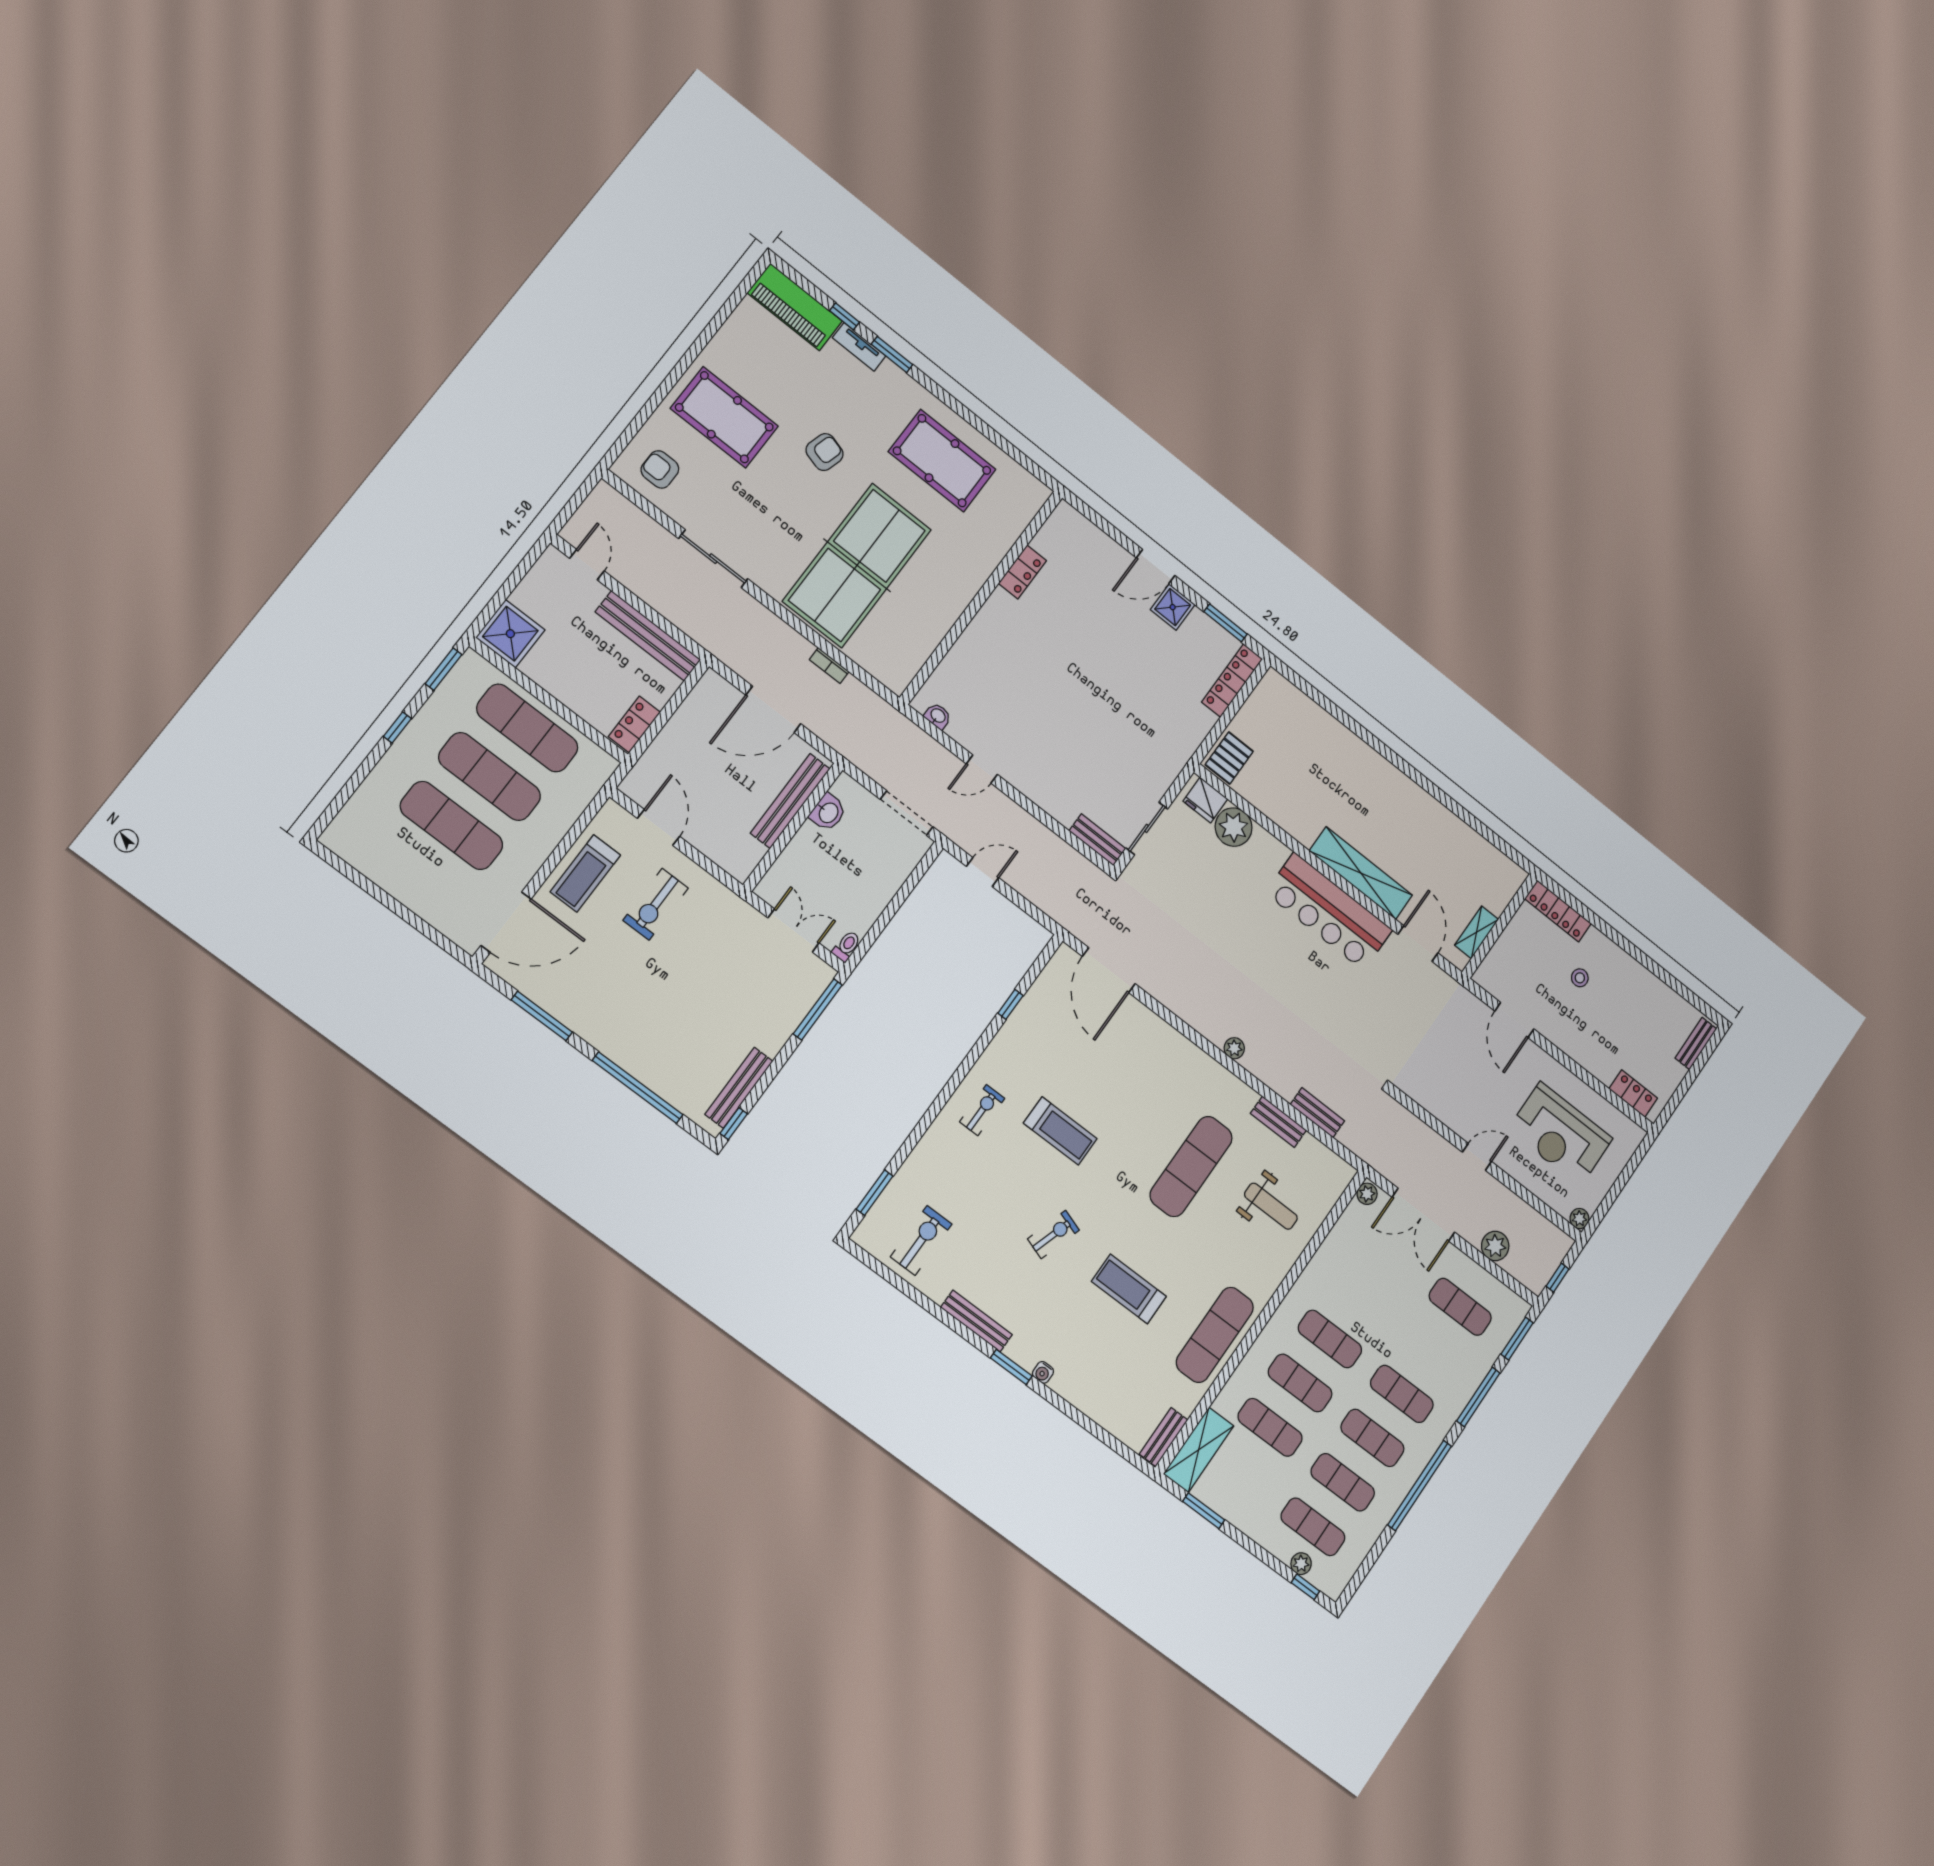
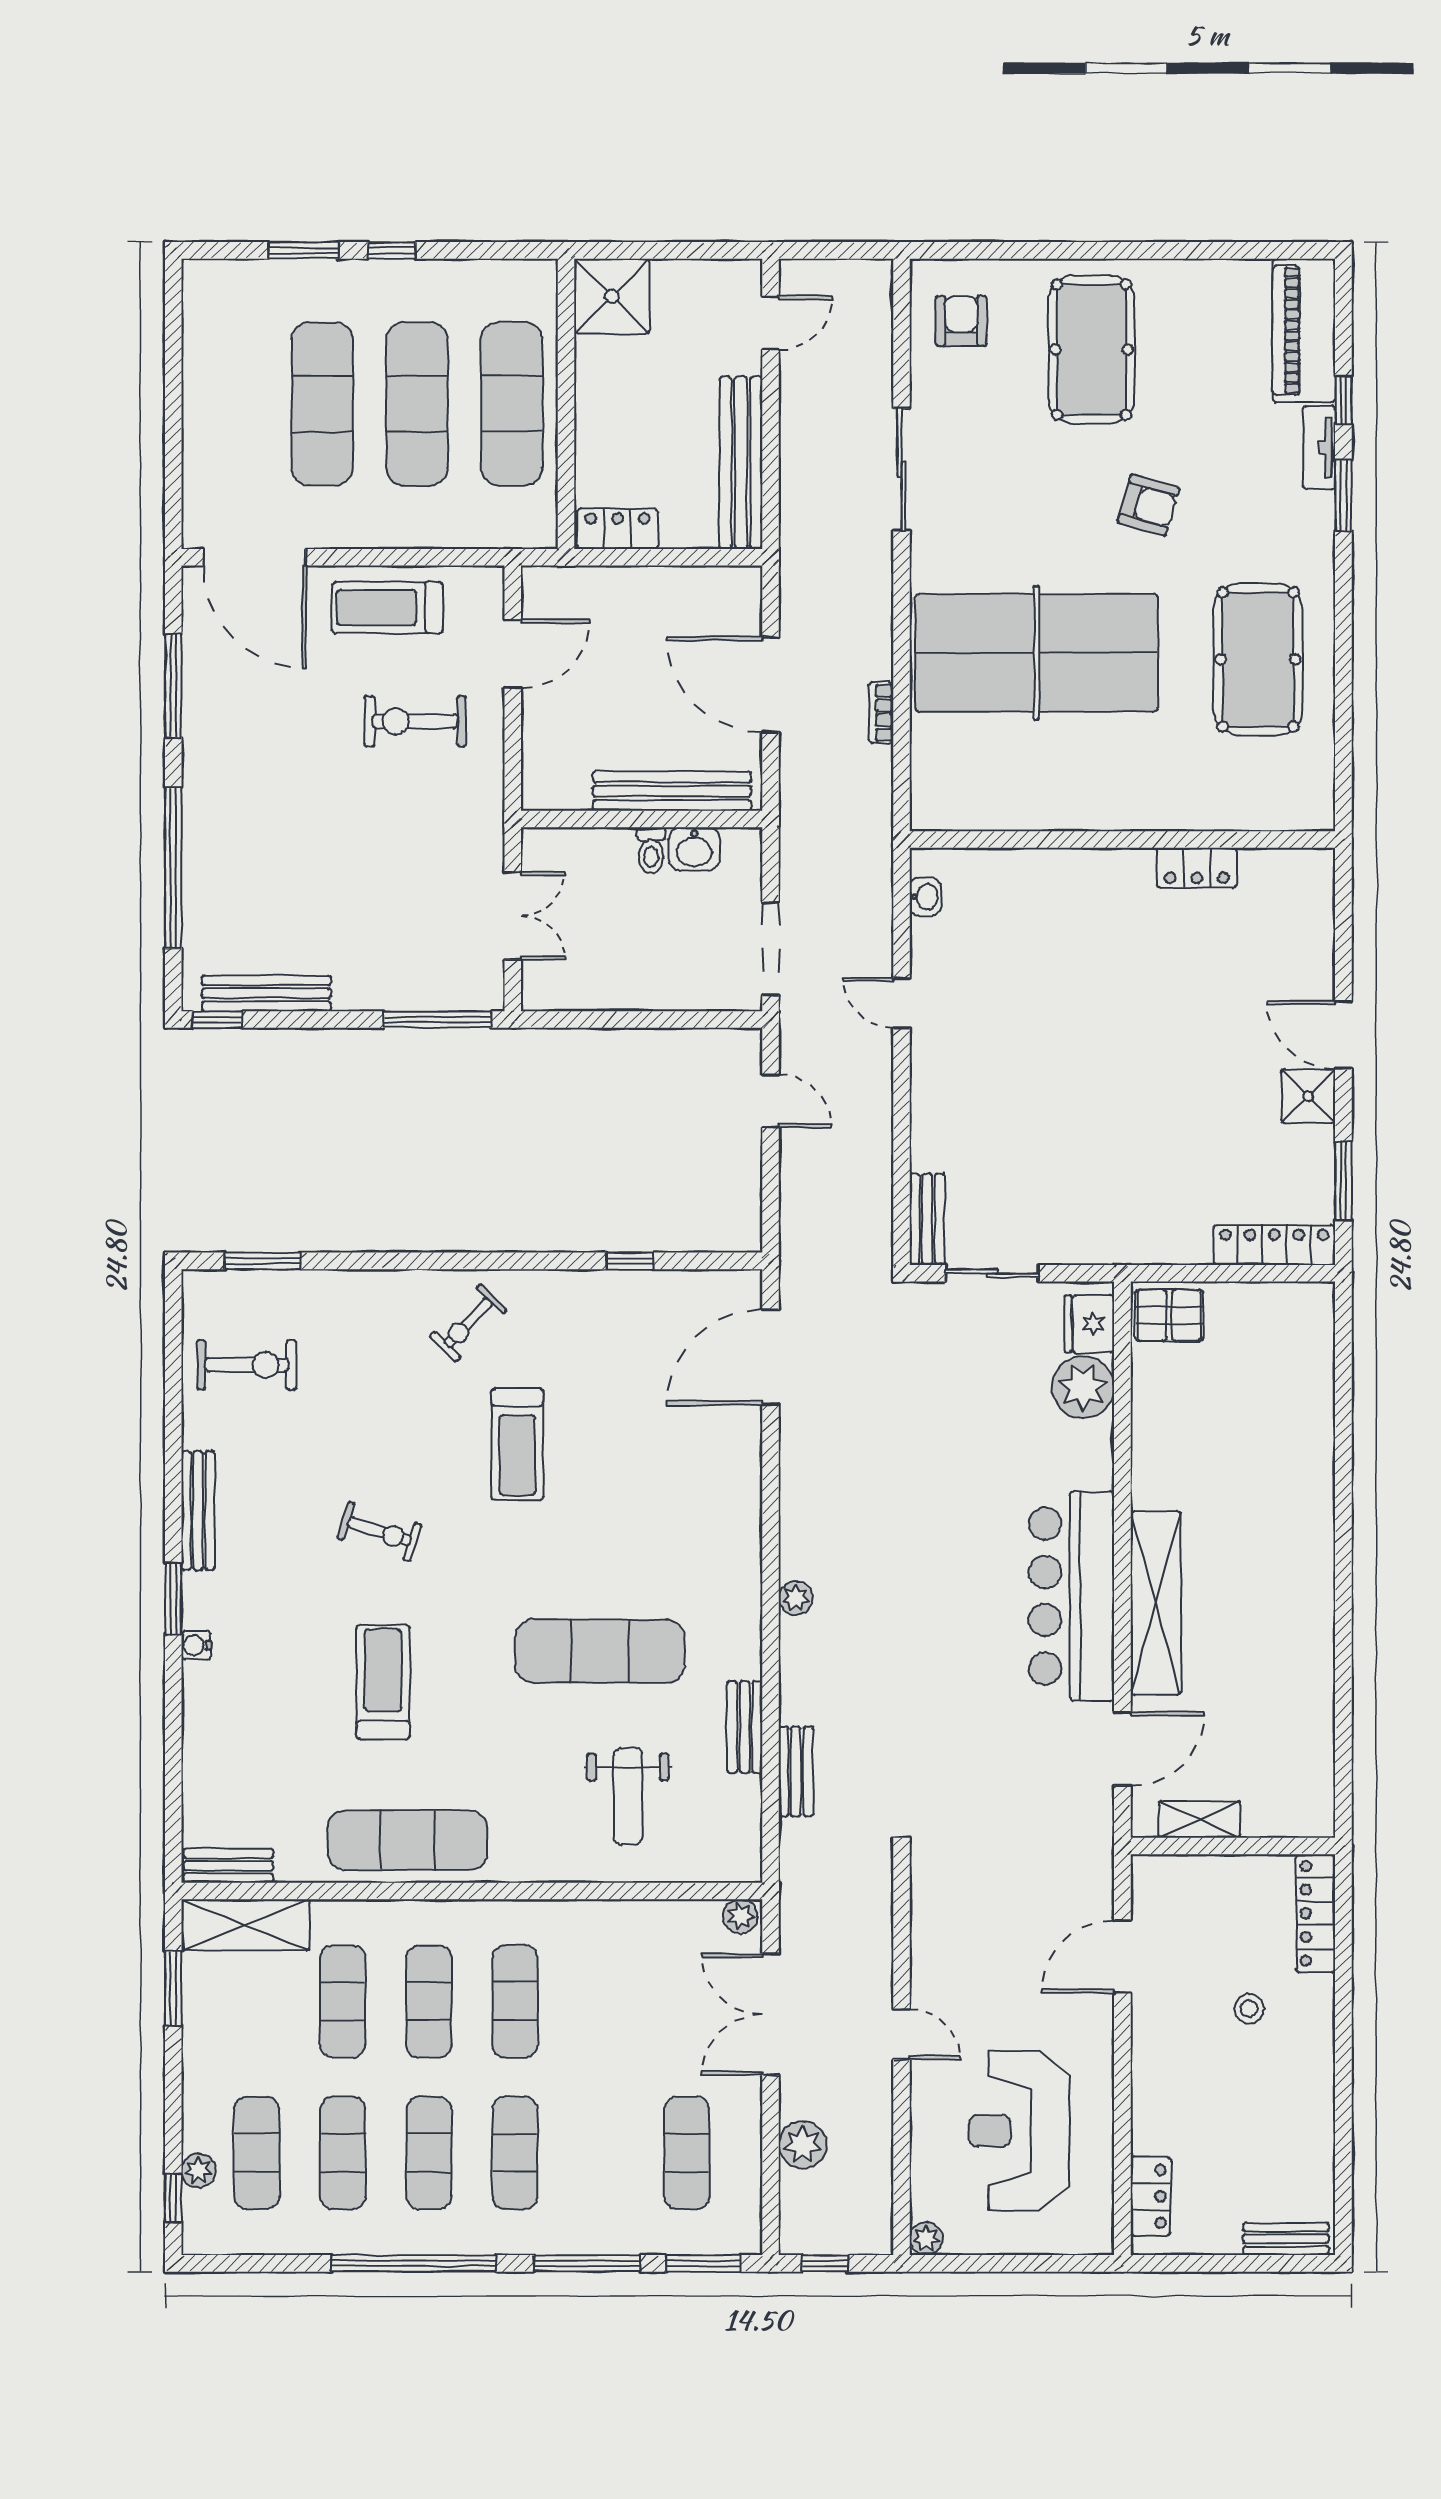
window: (443, 669) -> (303, 250), moved
toilet: (847, 946) -> (651, 850), moved, turned 90
exercise bike: (982, 1110) -> (468, 1323), turned 134

